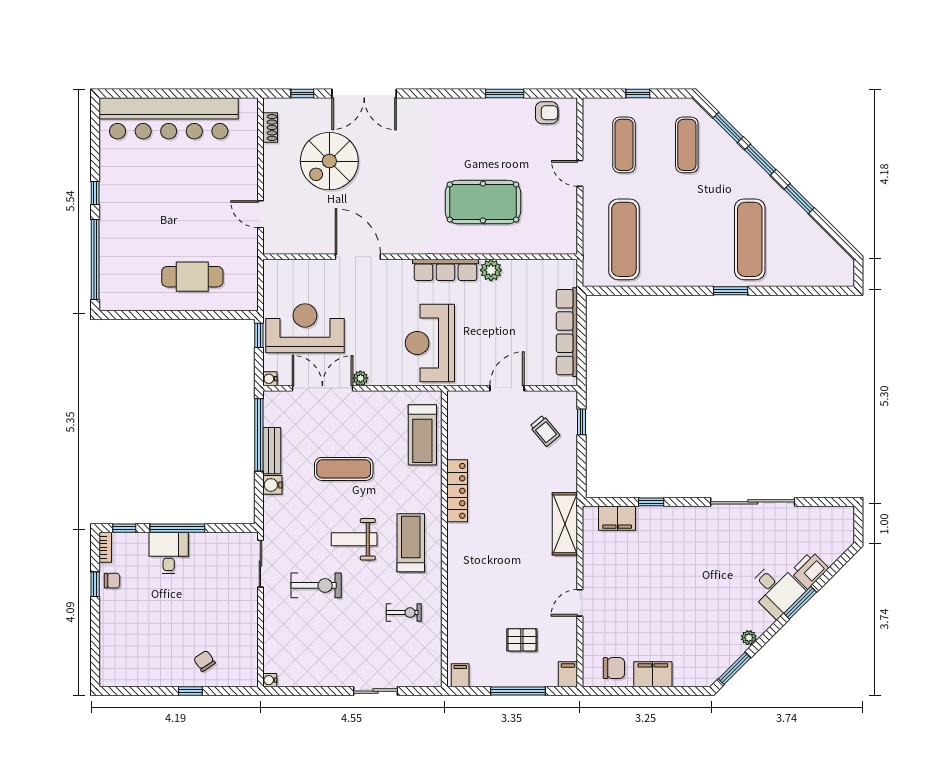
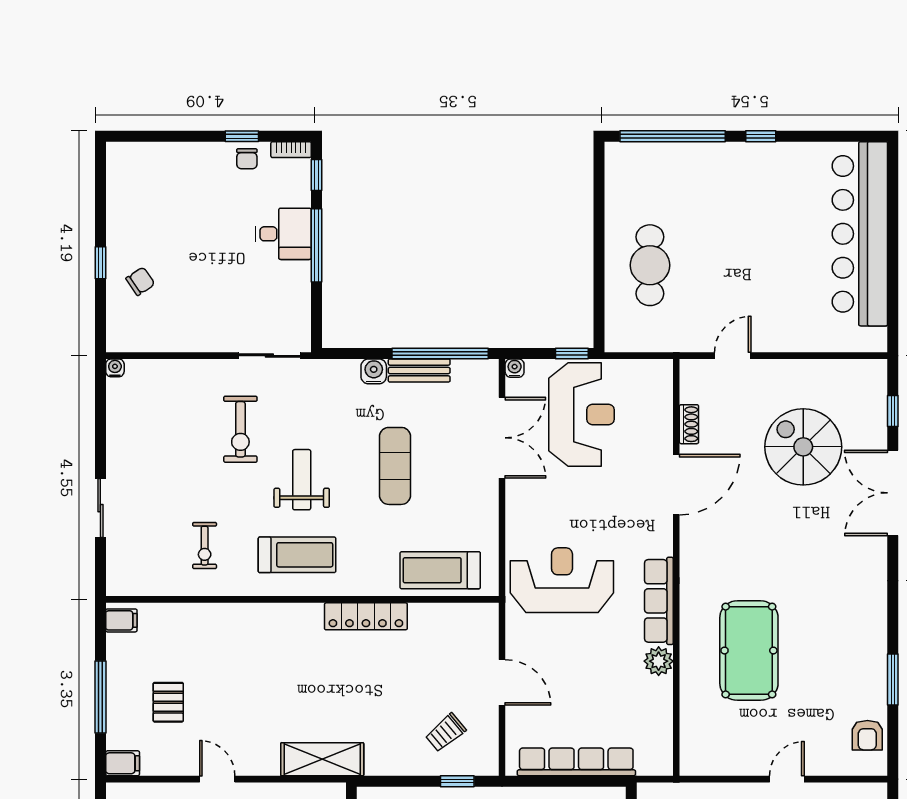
shoe rack: (270, 127) -> (689, 424), moved, turned -90
plant: (360, 378) -> (515, 488), removed

